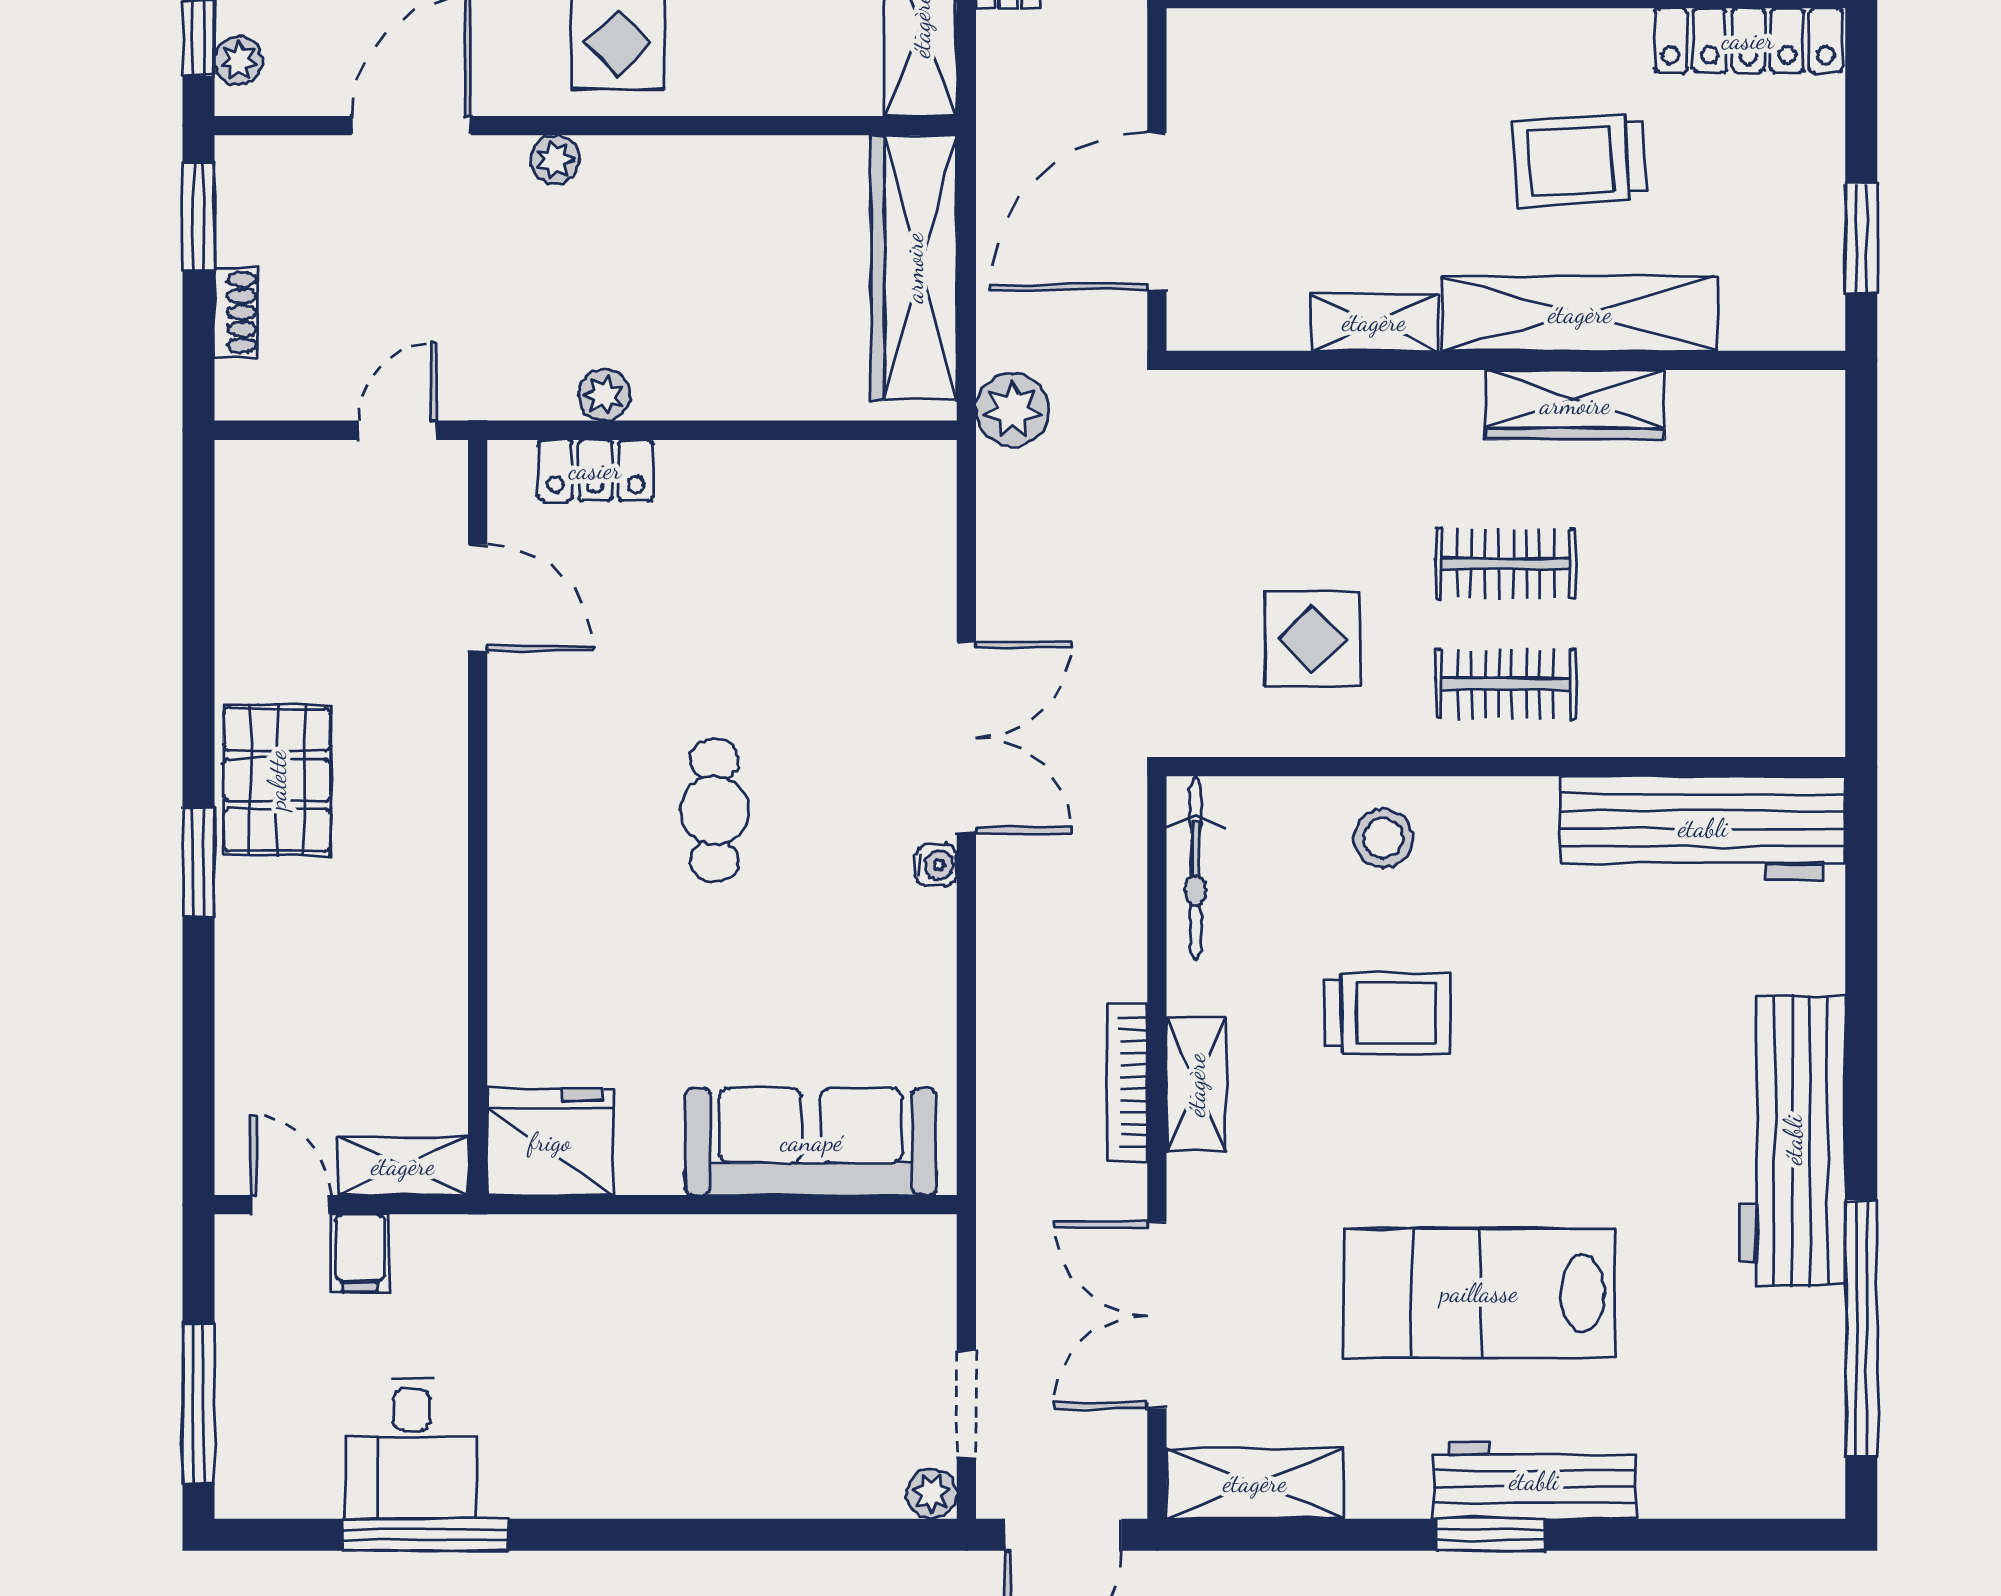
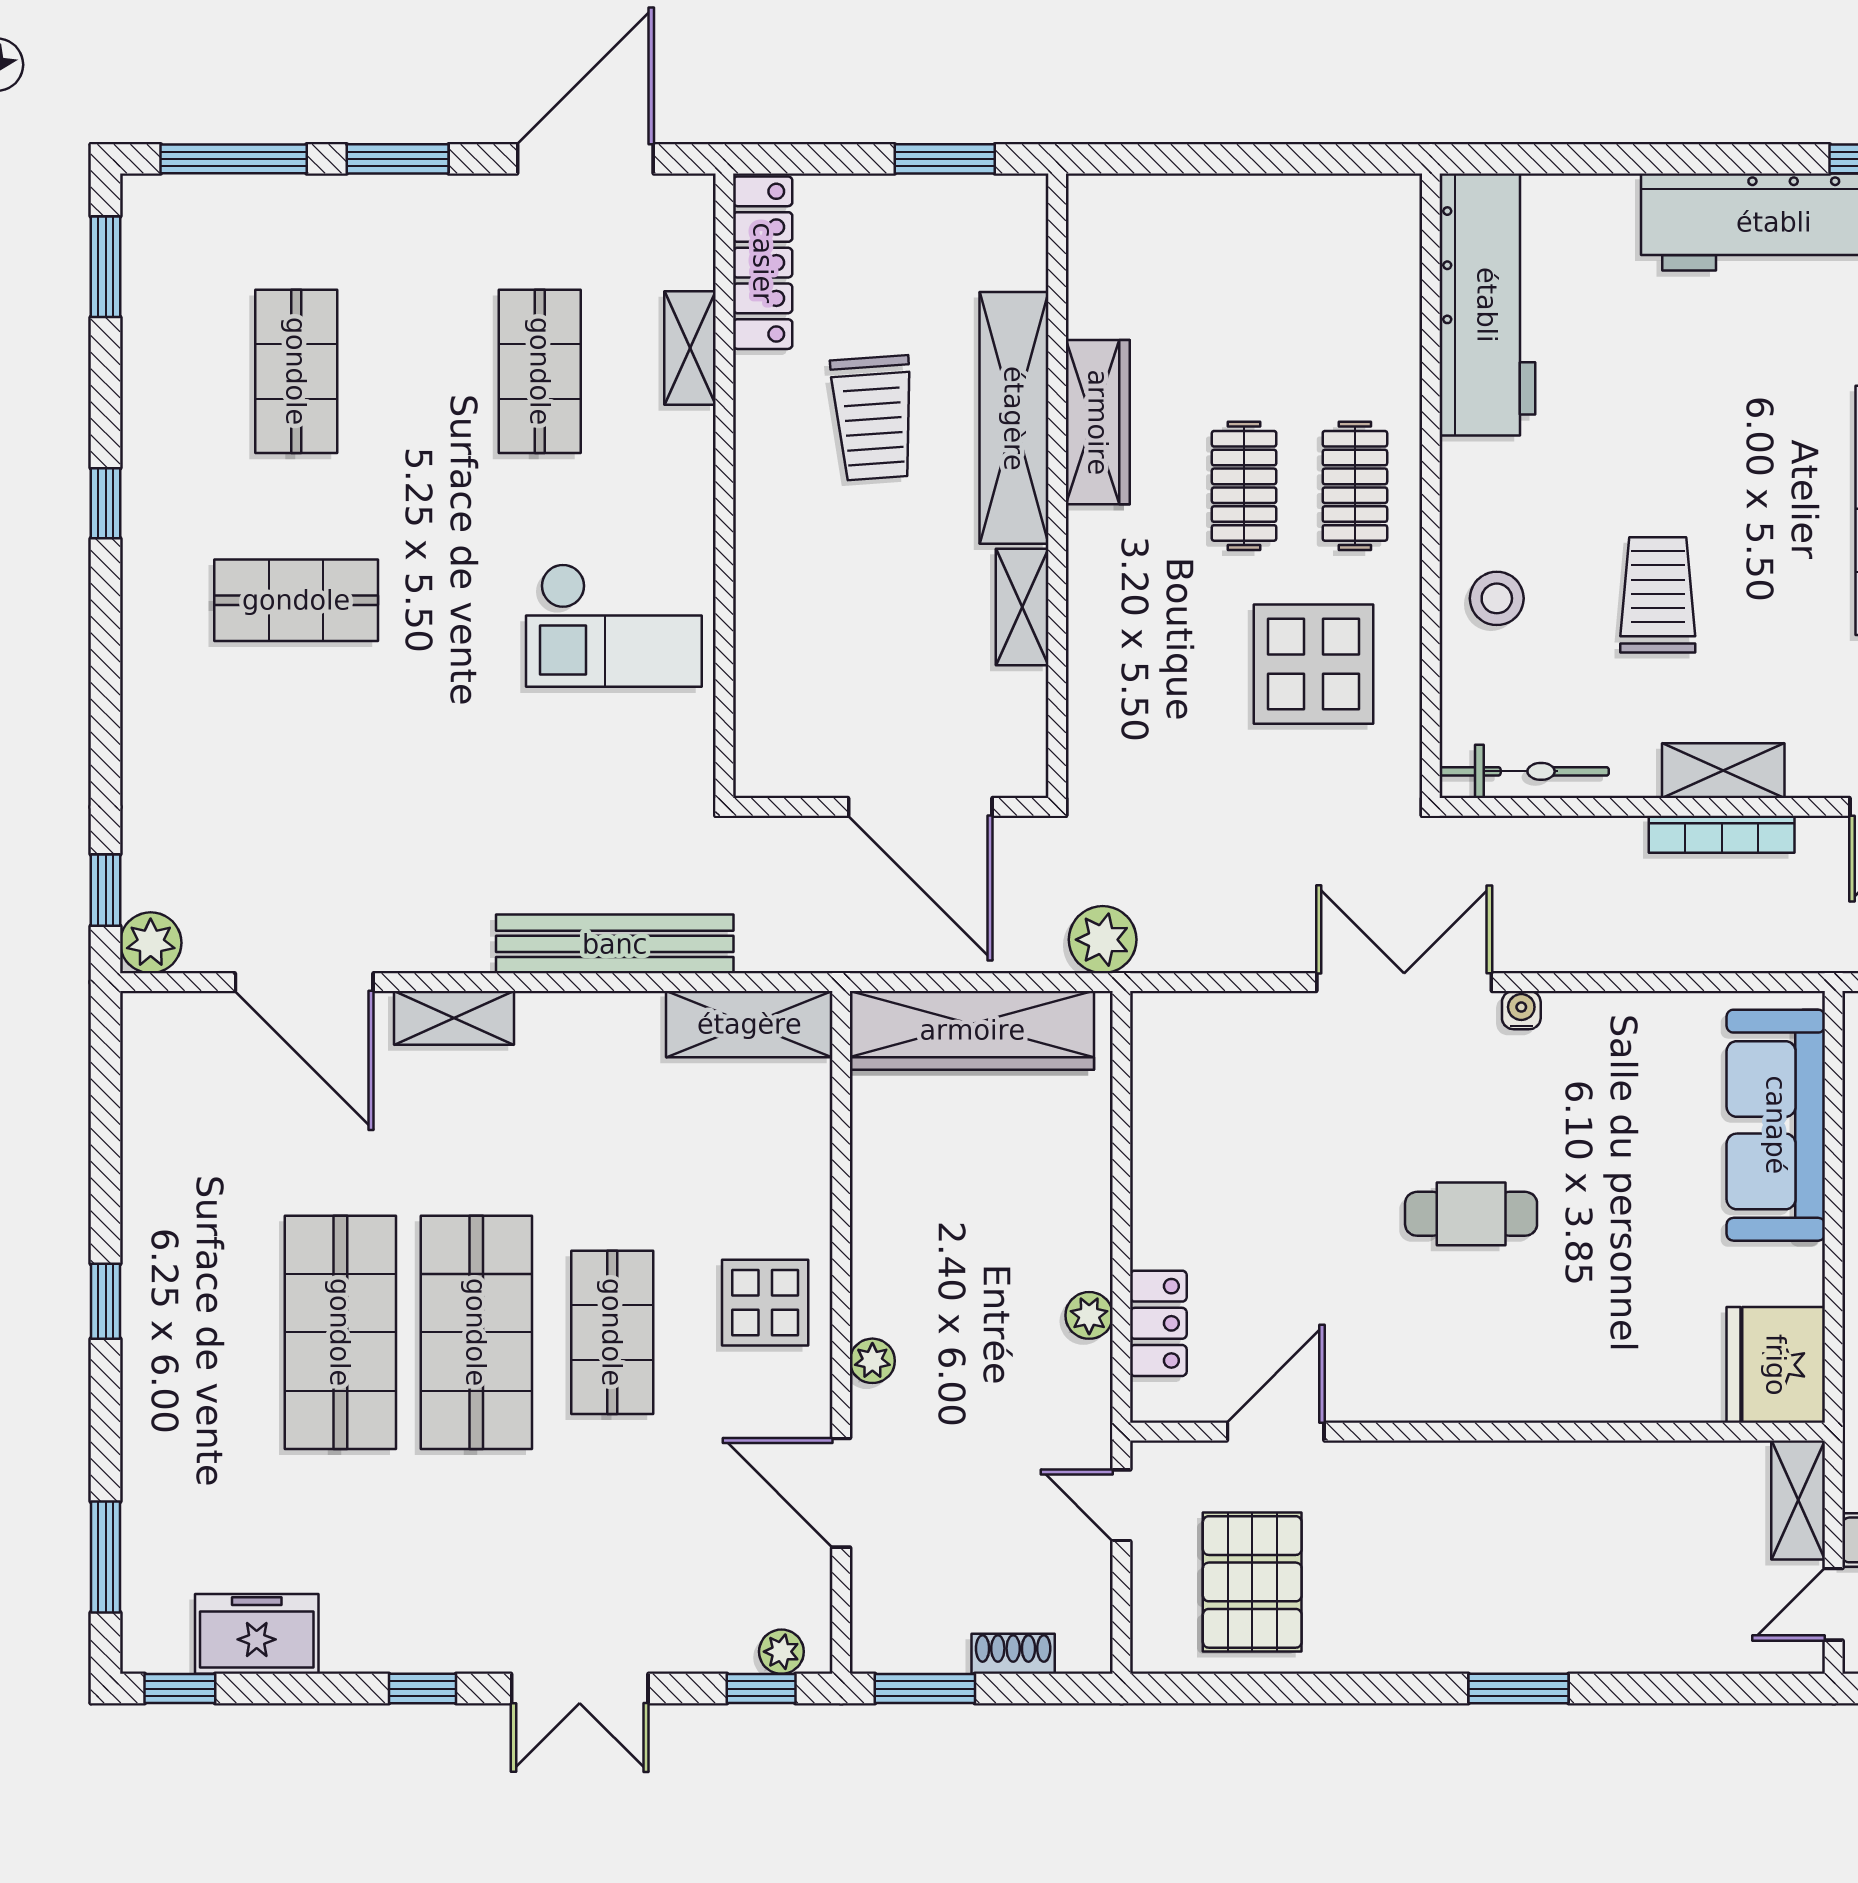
display table: (1312, 639) -> (1313, 664), width x1.36, depth x1.36
pallet: (277, 780) -> (1252, 1582), moved, turned 90

